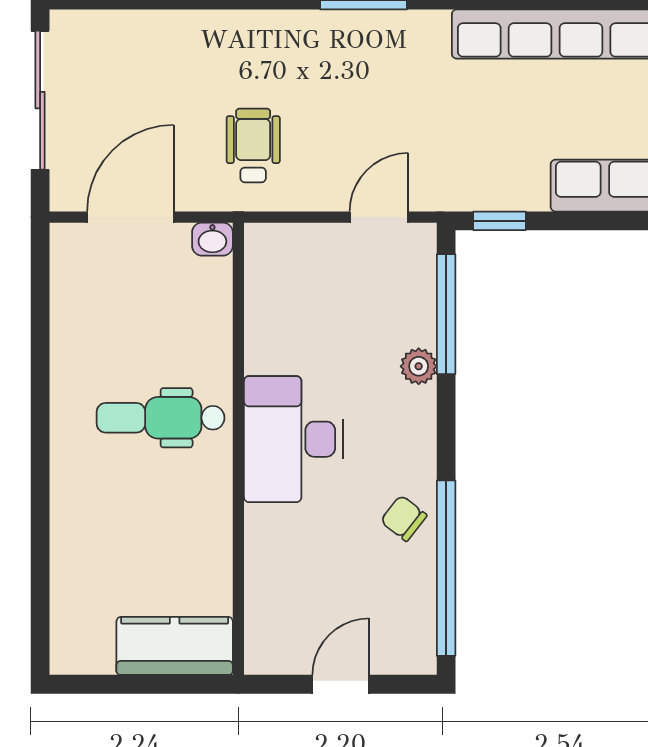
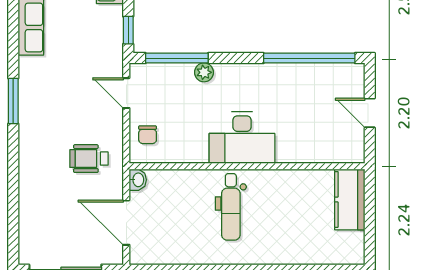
chair: (404, 518) -> (148, 135), moved, turned -38

